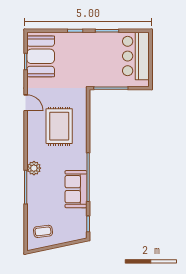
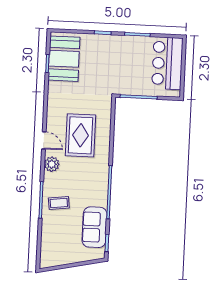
door: (26, 103) -> (44, 140), moved
plant: (34, 168) -> (52, 164), moved
sofa: (76, 189) -> (94, 227), moved
coffee table: (43, 231) -> (59, 203), moved

